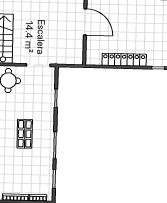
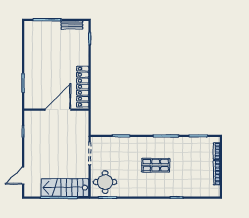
door: (85, 22) -> (58, 110), moved
locker: (124, 60) -> (83, 87), moved

